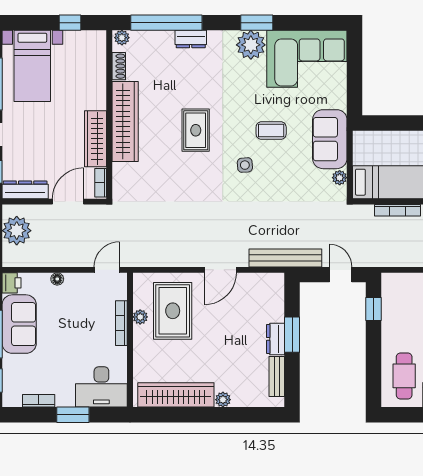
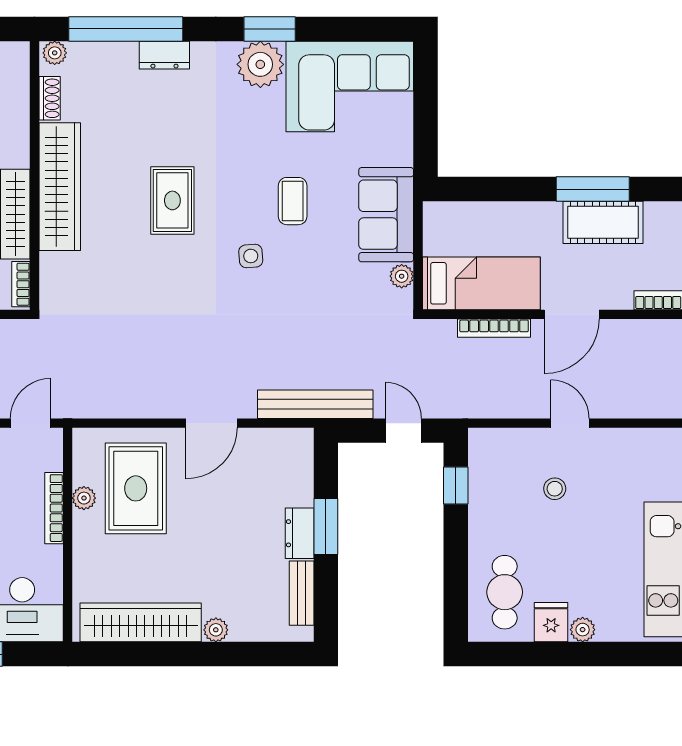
coffee table: (271, 131) -> (293, 201), turned 90

